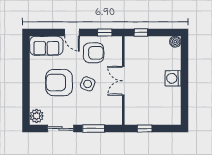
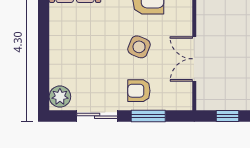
double door: (123, 81) -> (194, 59), moved
armchair: (59, 83) -> (139, 91), moved, width x0.53, depth x0.53

